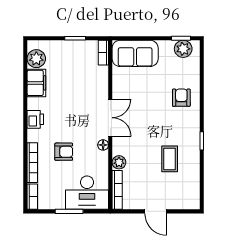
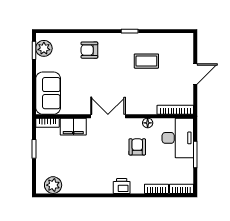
filing cabinet: (36, 83) -> (73, 127), moved, turned 180
printer: (35, 119) -> (122, 186), moved
floor lamp: (103, 145) -> (148, 123), moved
armchair: (64, 152) -> (137, 147), moved
plant: (119, 162) -> (150, 108), removed
bookcase: (32, 163) -> (157, 189), width x0.64

